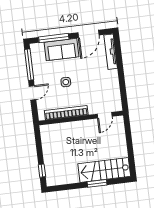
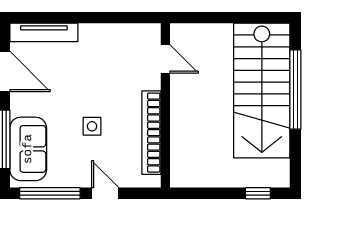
sofa: (61, 50) -> (28, 149), moved
stairs: (104, 170) -> (262, 91), width x1.36, depth x1.51
window: (97, 183) -> (295, 90), width x2.11

